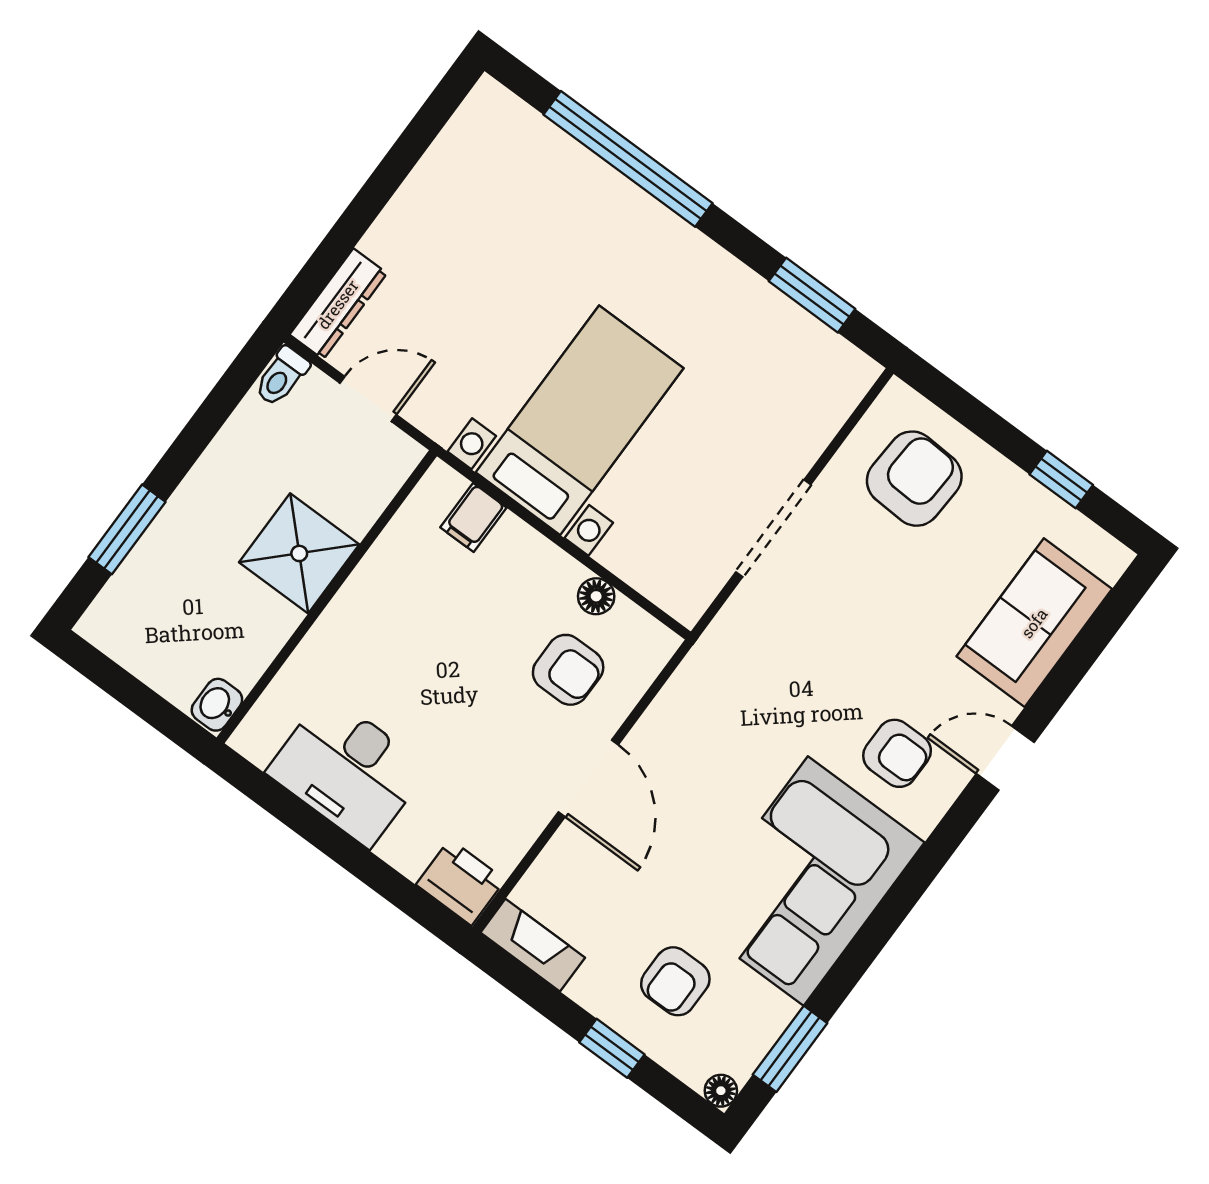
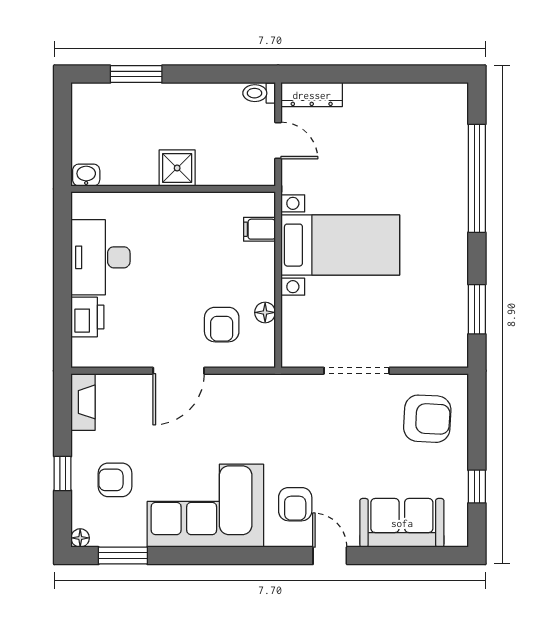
shower: (299, 553) -> (177, 168), width x0.73, depth x0.73
printer: (461, 882) -> (87, 317), moved

